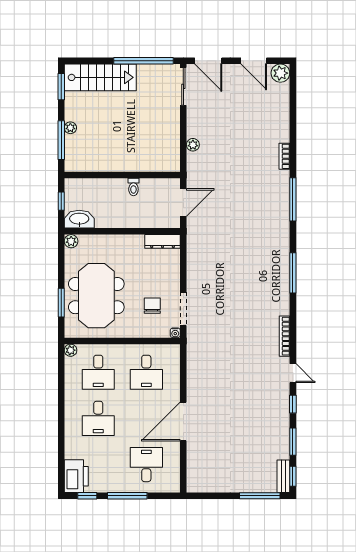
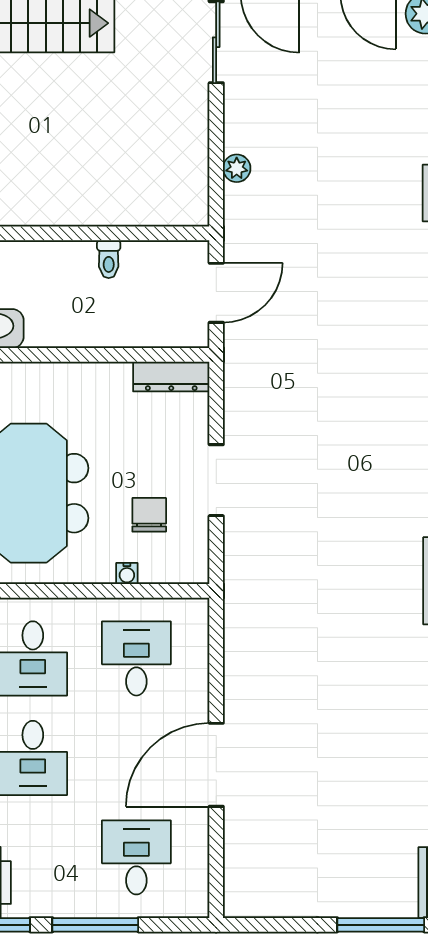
doorway: (183, 309) -> (216, 480), moved
water cooler: (175, 333) -> (127, 573), moved
desk: (146, 372) -> (136, 658), turned 180

